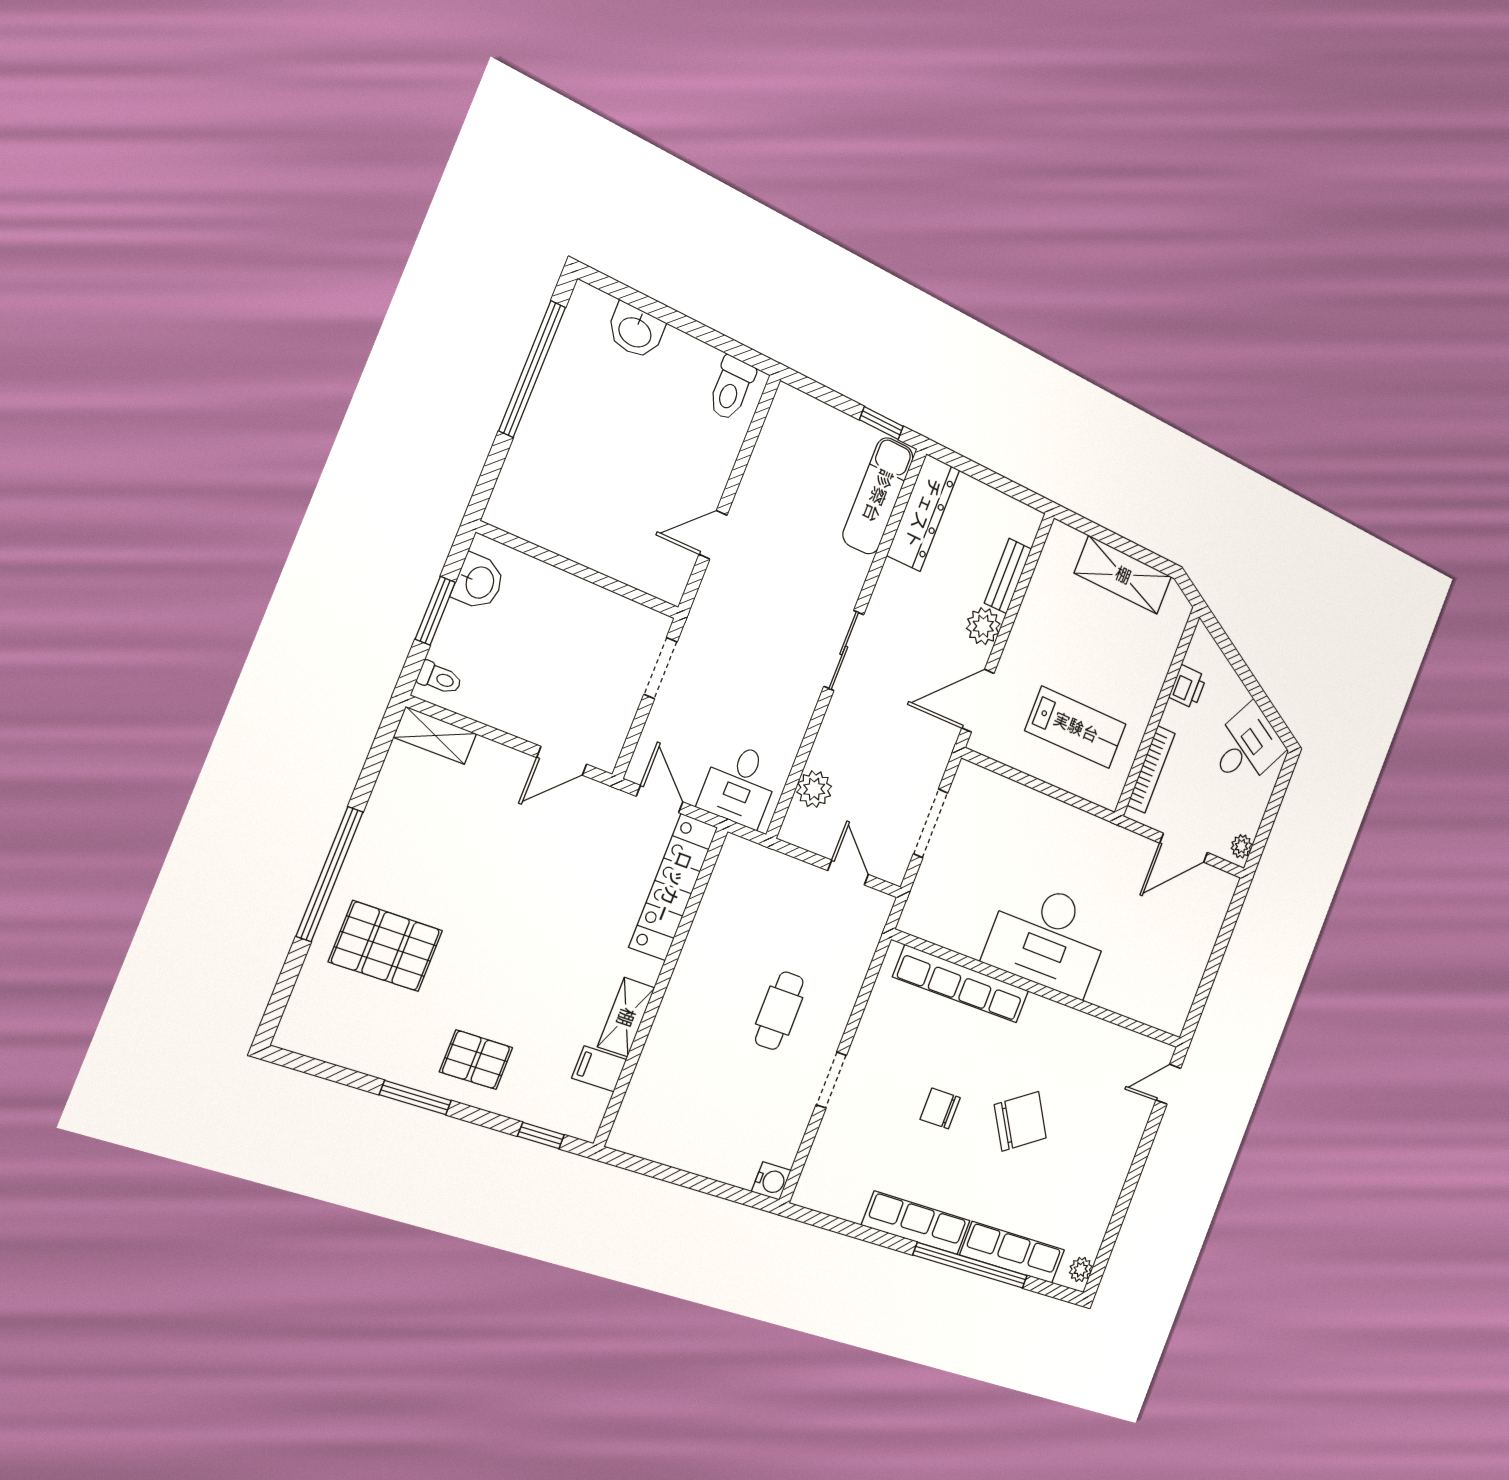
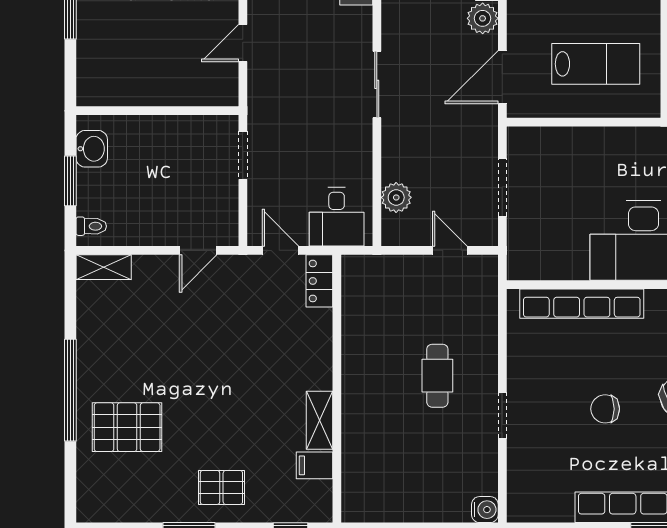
locker: (673, 887) -> (319, 281), width x0.46, depth x0.83

